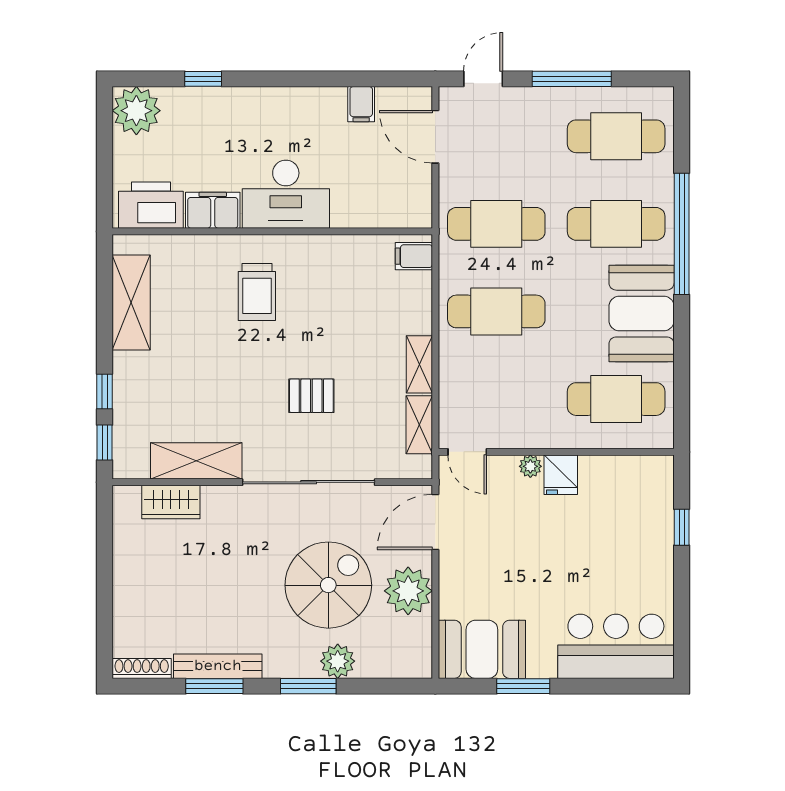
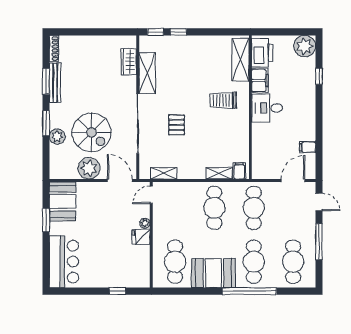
desk: (286, 194) -> (267, 108), width x0.73
shelving: (131, 302) -> (240, 60), moved, turned 90
shelving: (419, 364) -> (219, 173), moved

